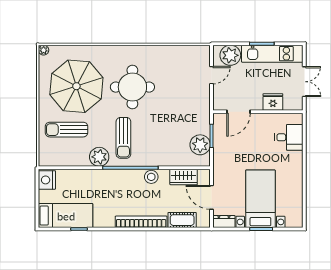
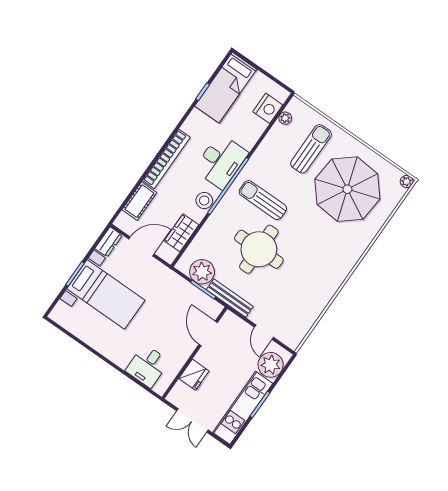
round table: (132, 87) -> (259, 249), moved
bench: (205, 114) -> (230, 298), added
plant: (99, 157) -> (285, 118), moved, width x0.53, depth x0.53
nightstand: (47, 180) -> (268, 108), moved, turned 90
desk: (117, 184) -> (221, 161), added

